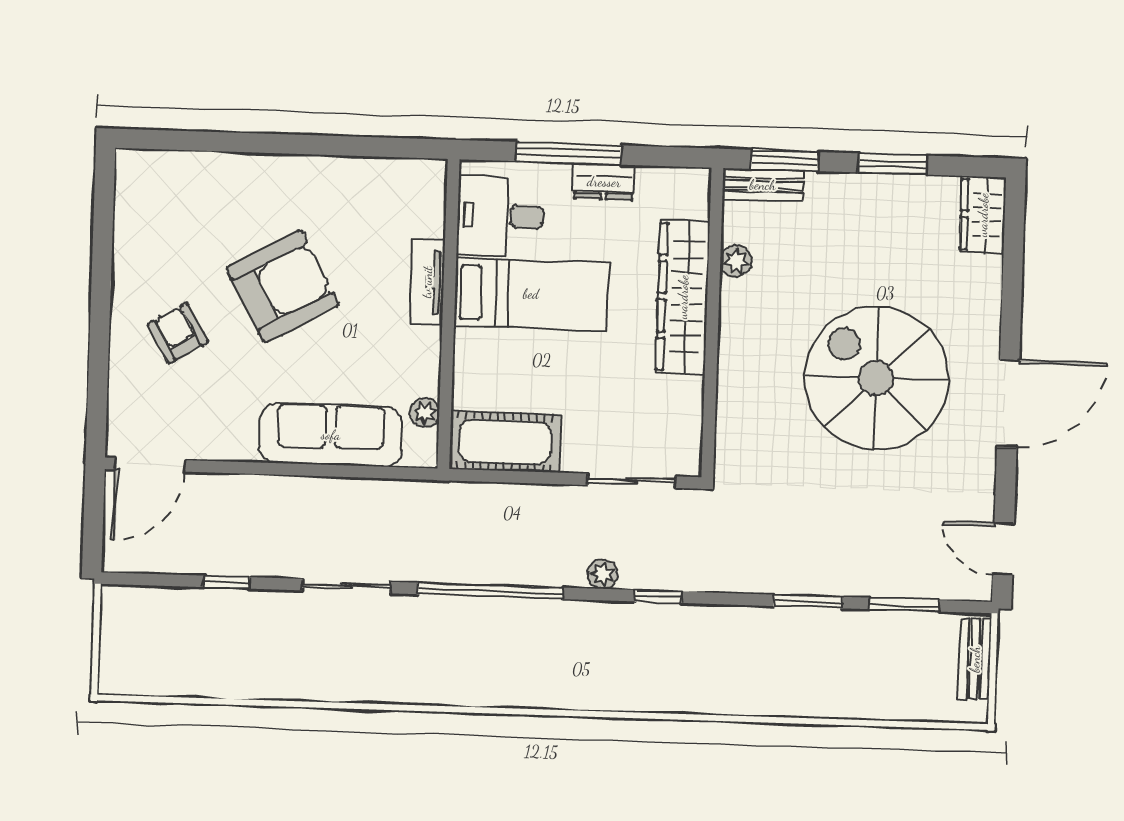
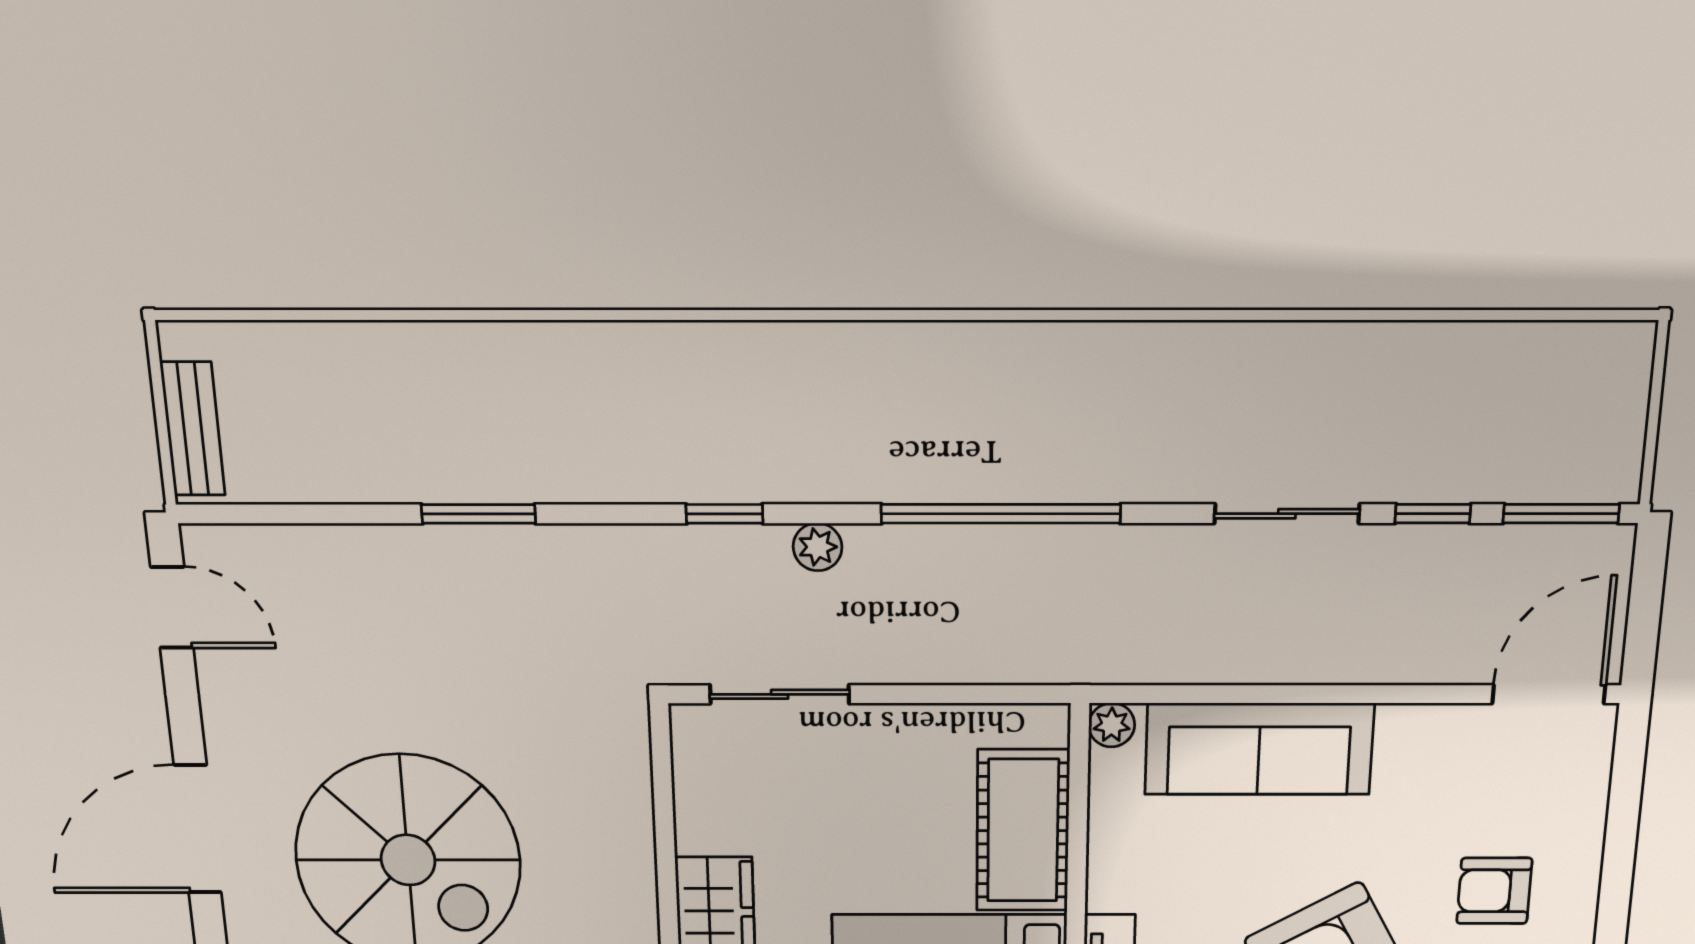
armchair: (178, 333) -> (1494, 891), turned 120
plant: (425, 413) -> (1112, 725), moved
cot: (505, 442) -> (1023, 831), moved, turned 90
sliding door: (346, 586) -> (1287, 514), moved
window: (904, 605) -> (1561, 514), moved

